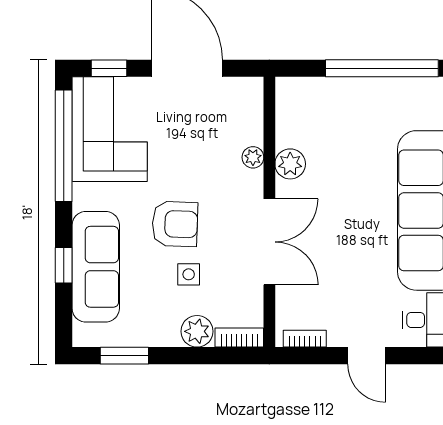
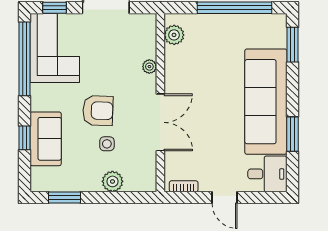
plant: (290, 164) -> (174, 35), moved
sofa: (96, 267) -> (46, 139), width x0.73
bookcase: (239, 338) -> (140, 186), removed

